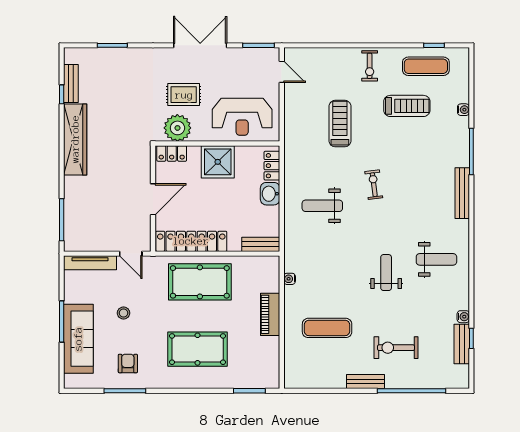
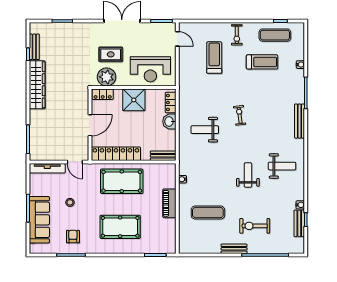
treadmill: (340, 124) -> (214, 58), moved

